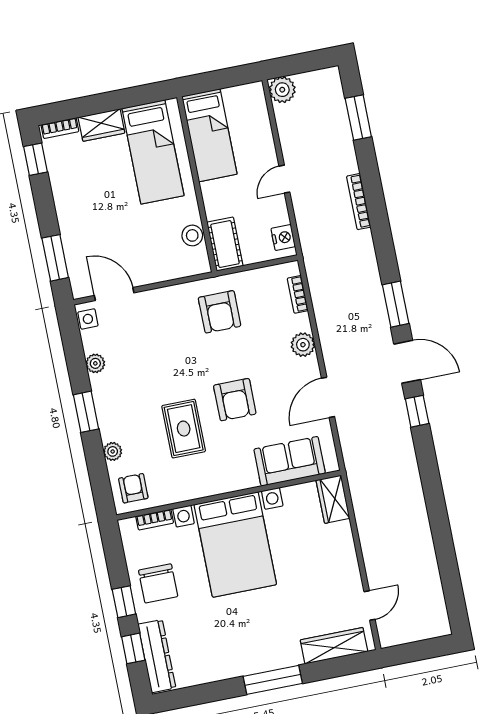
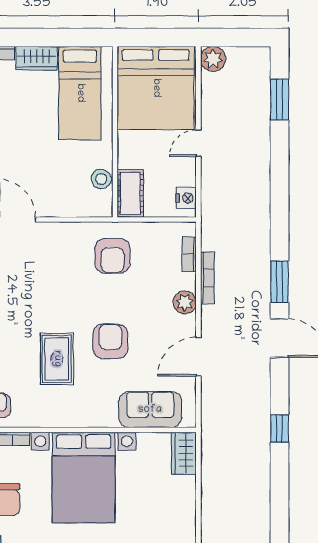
bed: (209, 135) -> (156, 88), width x2.04
bookcase: (359, 202) -> (207, 278), moved, turned 180
armchair: (235, 400) -> (110, 341), turned 180
window: (417, 411) -> (279, 429), moved

